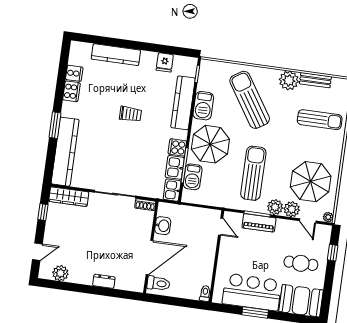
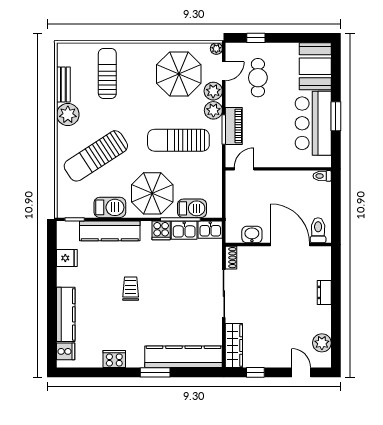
cooker: (74, 73) -> (66, 351), moved, turned 90
cafe table: (301, 263) -> (258, 78), moved

